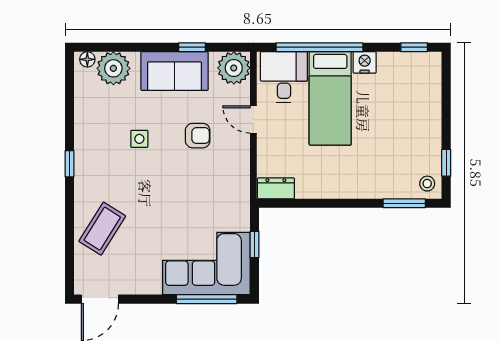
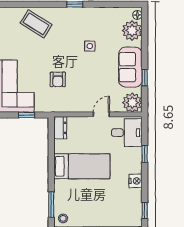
window: (319, 47) -> (145, 154), width x0.32
bed: (330, 98) -> (82, 166), moved, turned 180
armchair: (198, 136) -> (58, 79), moved

